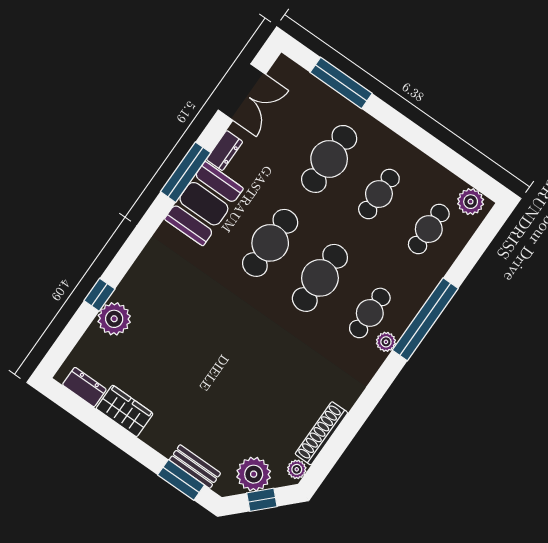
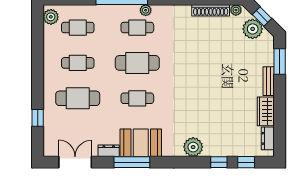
window: (341, 83) -> (38, 118), width x0.46
cafe table: (270, 243) -> (137, 98), width x0.73, depth x0.74
plant: (114, 319) -> (193, 147), moved
window: (72, 333) -> (246, 162), added
bench: (195, 467) -> (269, 81), moved

